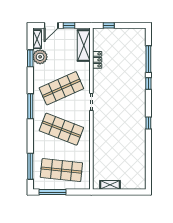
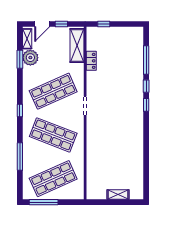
window: (30, 106) -> (20, 111), width x0.46
window: (148, 123) -> (146, 105), moved
window: (30, 166) -> (20, 157), moved
shop shelf: (61, 170) -> (53, 179), turned -30
shelving: (110, 185) -> (118, 195), moved

